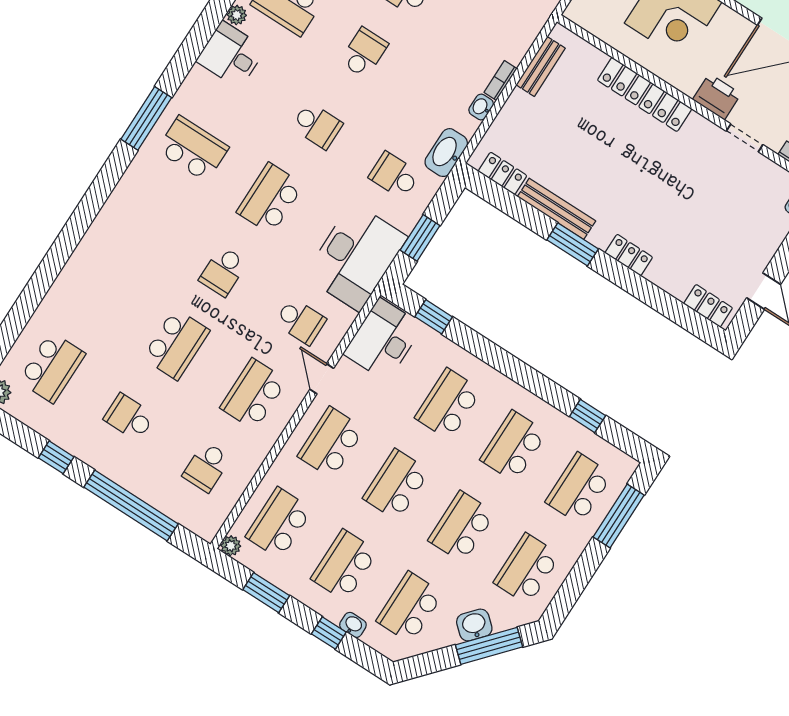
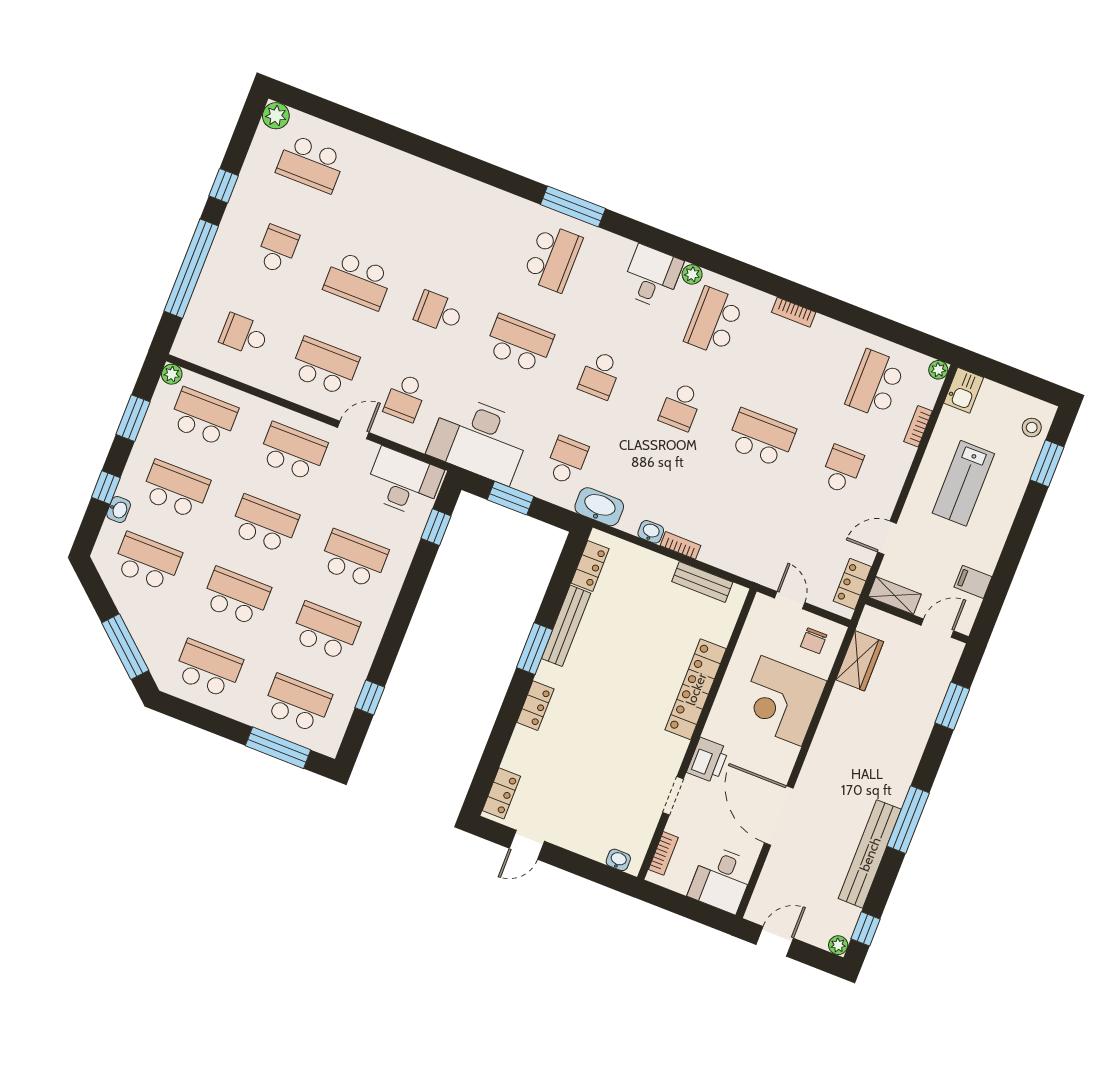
school desk: (364, 53) -> (681, 406), turned 90
washbasin: (474, 625) -> (143, 628), removed

